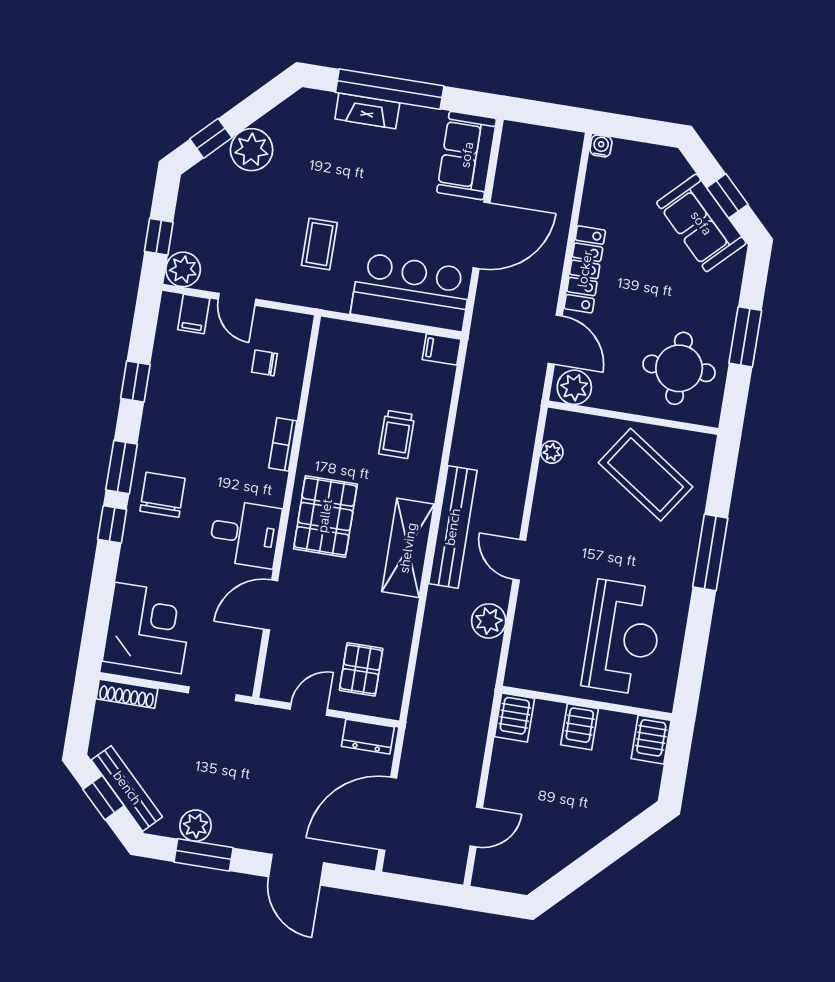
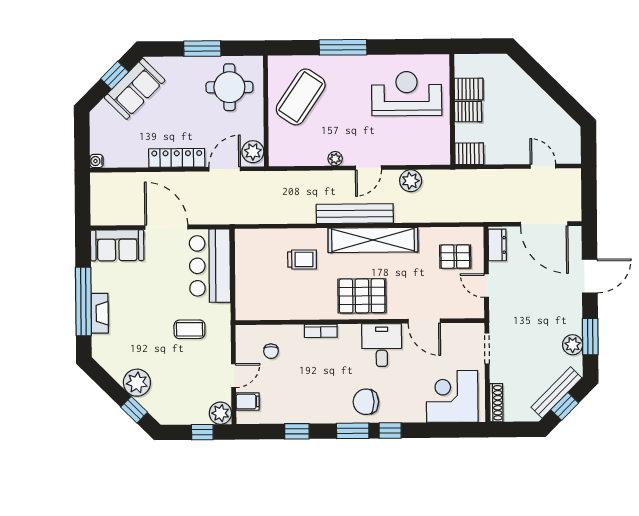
filing cabinet: (442, 349) -> (243, 240), removed
plant: (552, 452) -> (335, 159), moved
shelving: (408, 548) -> (373, 240), width x1.47
server rack: (651, 740) -> (469, 89), moved

